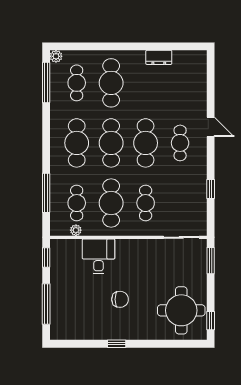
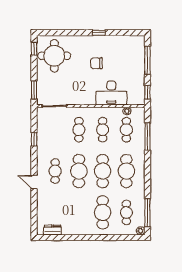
dresser: (159, 57) -> (53, 230), moved
cafe table: (111, 203) -> (103, 130), width x0.73, depth x0.74
desk: (99, 256) -> (111, 93), width x1.37

